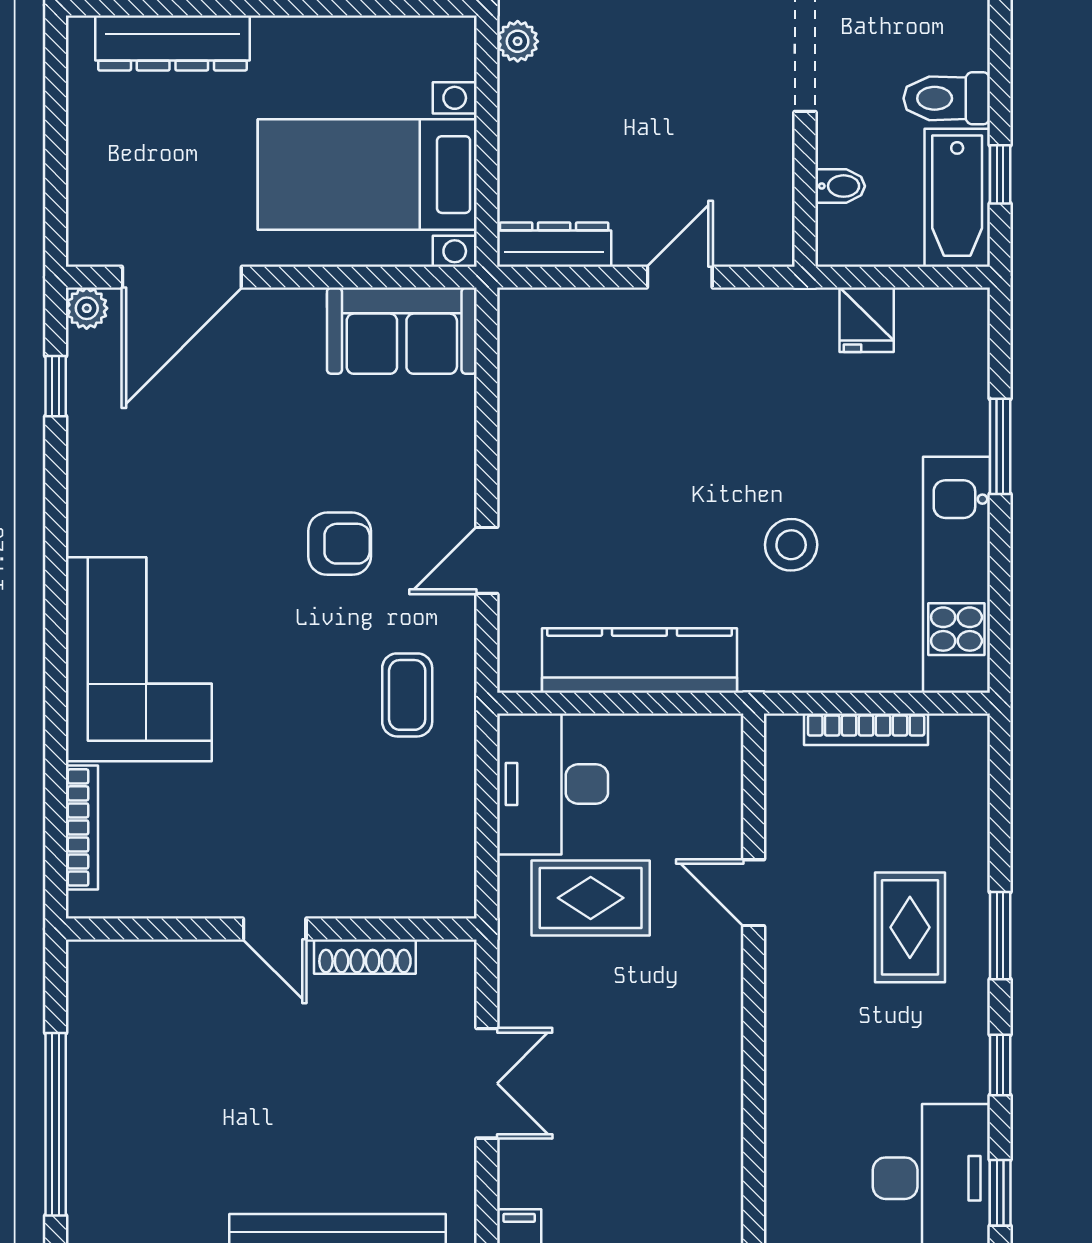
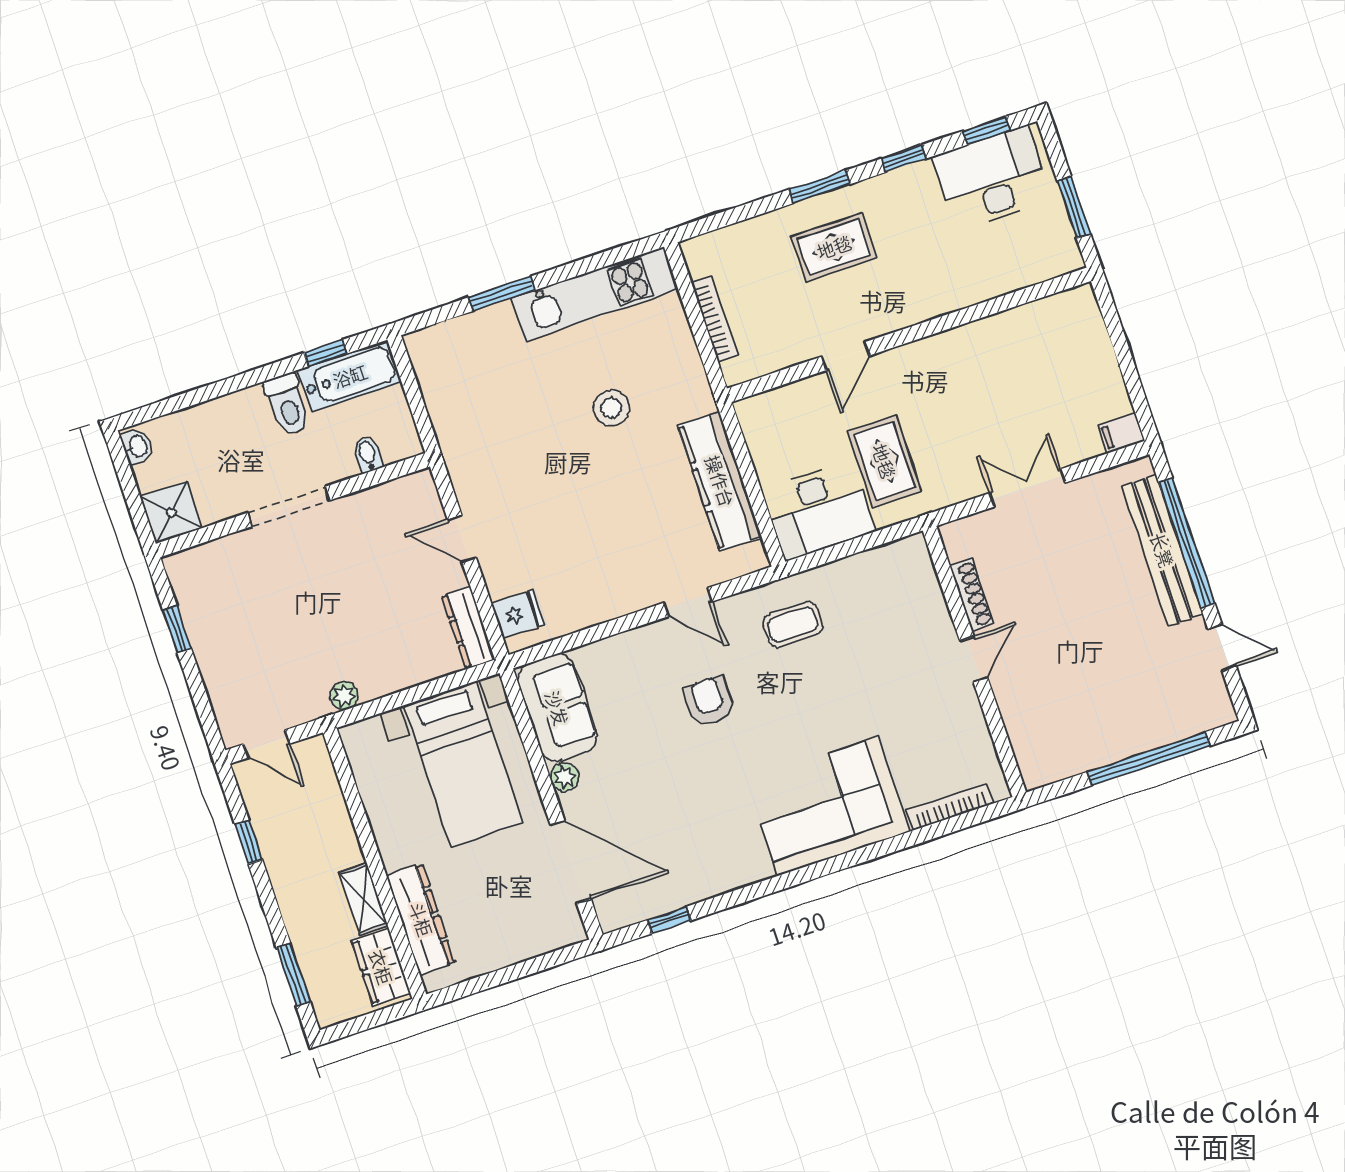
plant: (87, 308) -> (565, 777), moved
fridge: (867, 320) -> (518, 614), moved

